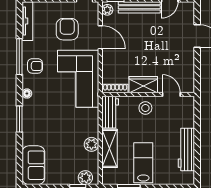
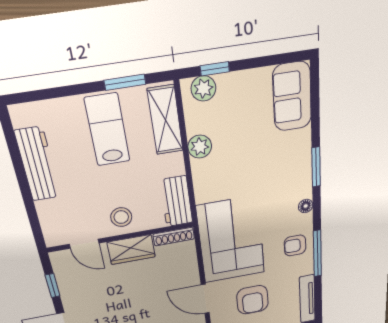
window: (197, 69) -> (52, 286), added
shelving: (110, 148) -> (165, 120), moved
lab bench: (143, 163) -> (107, 130), turned 180

